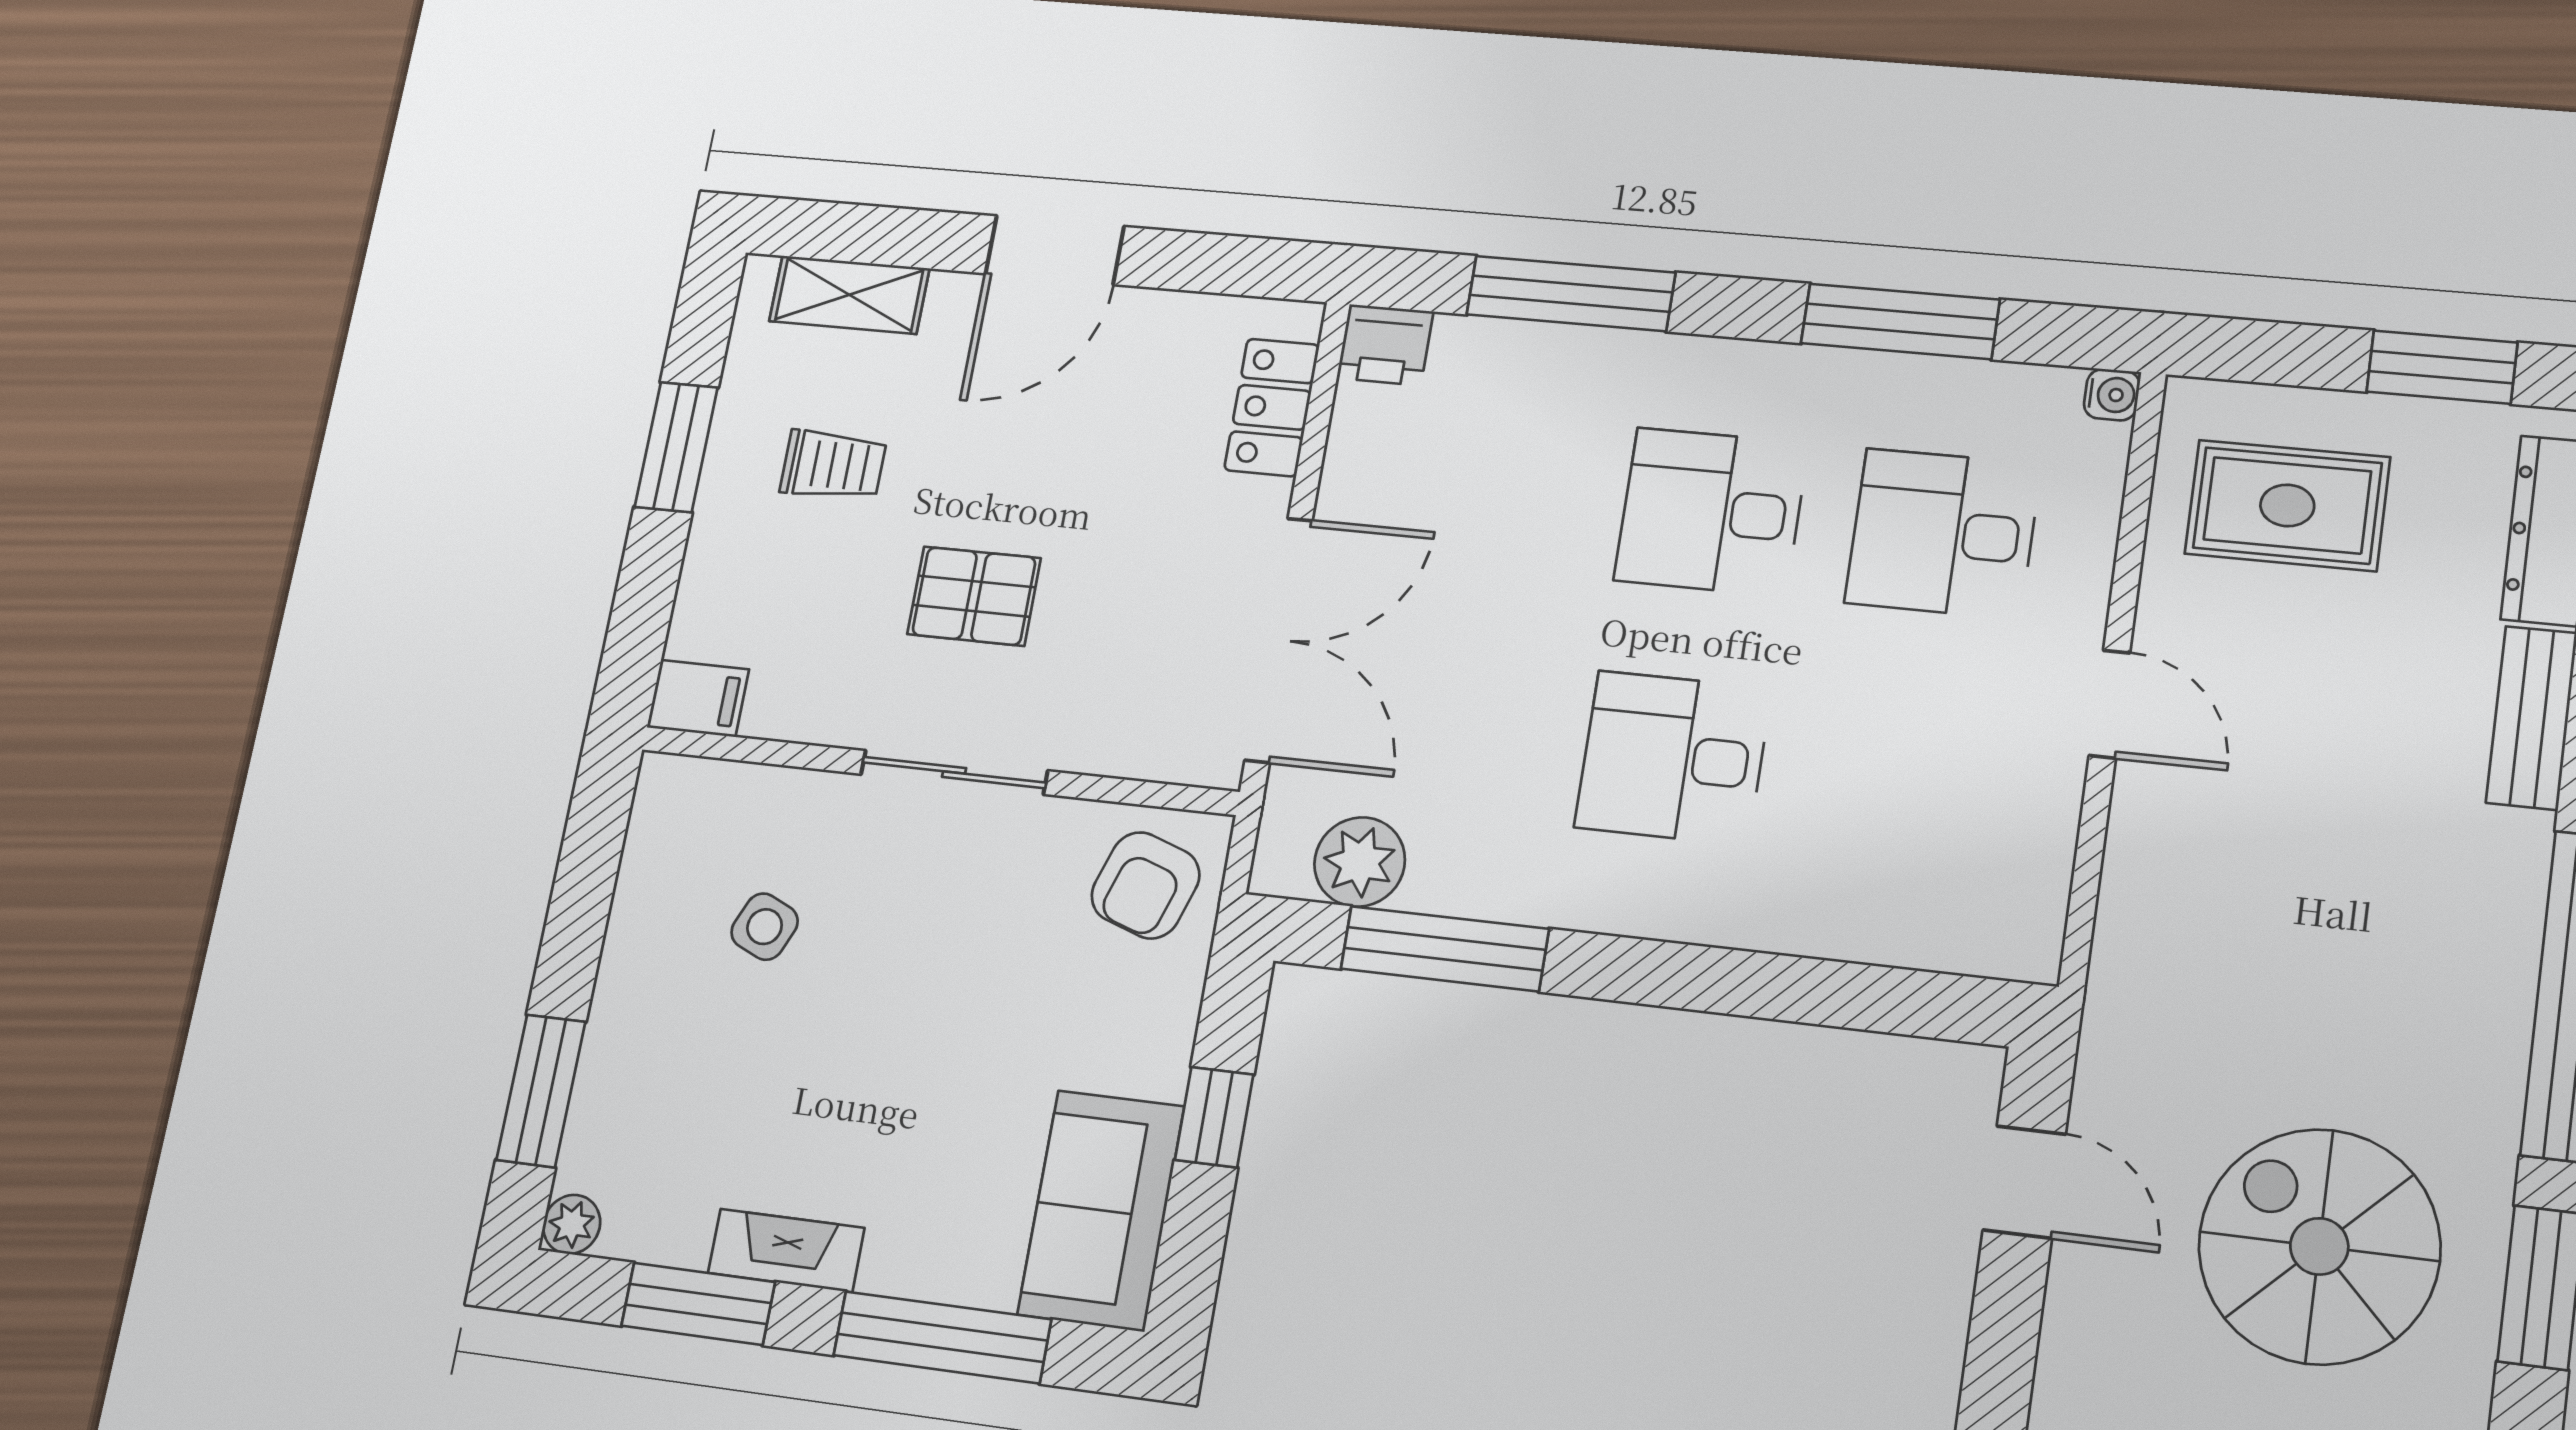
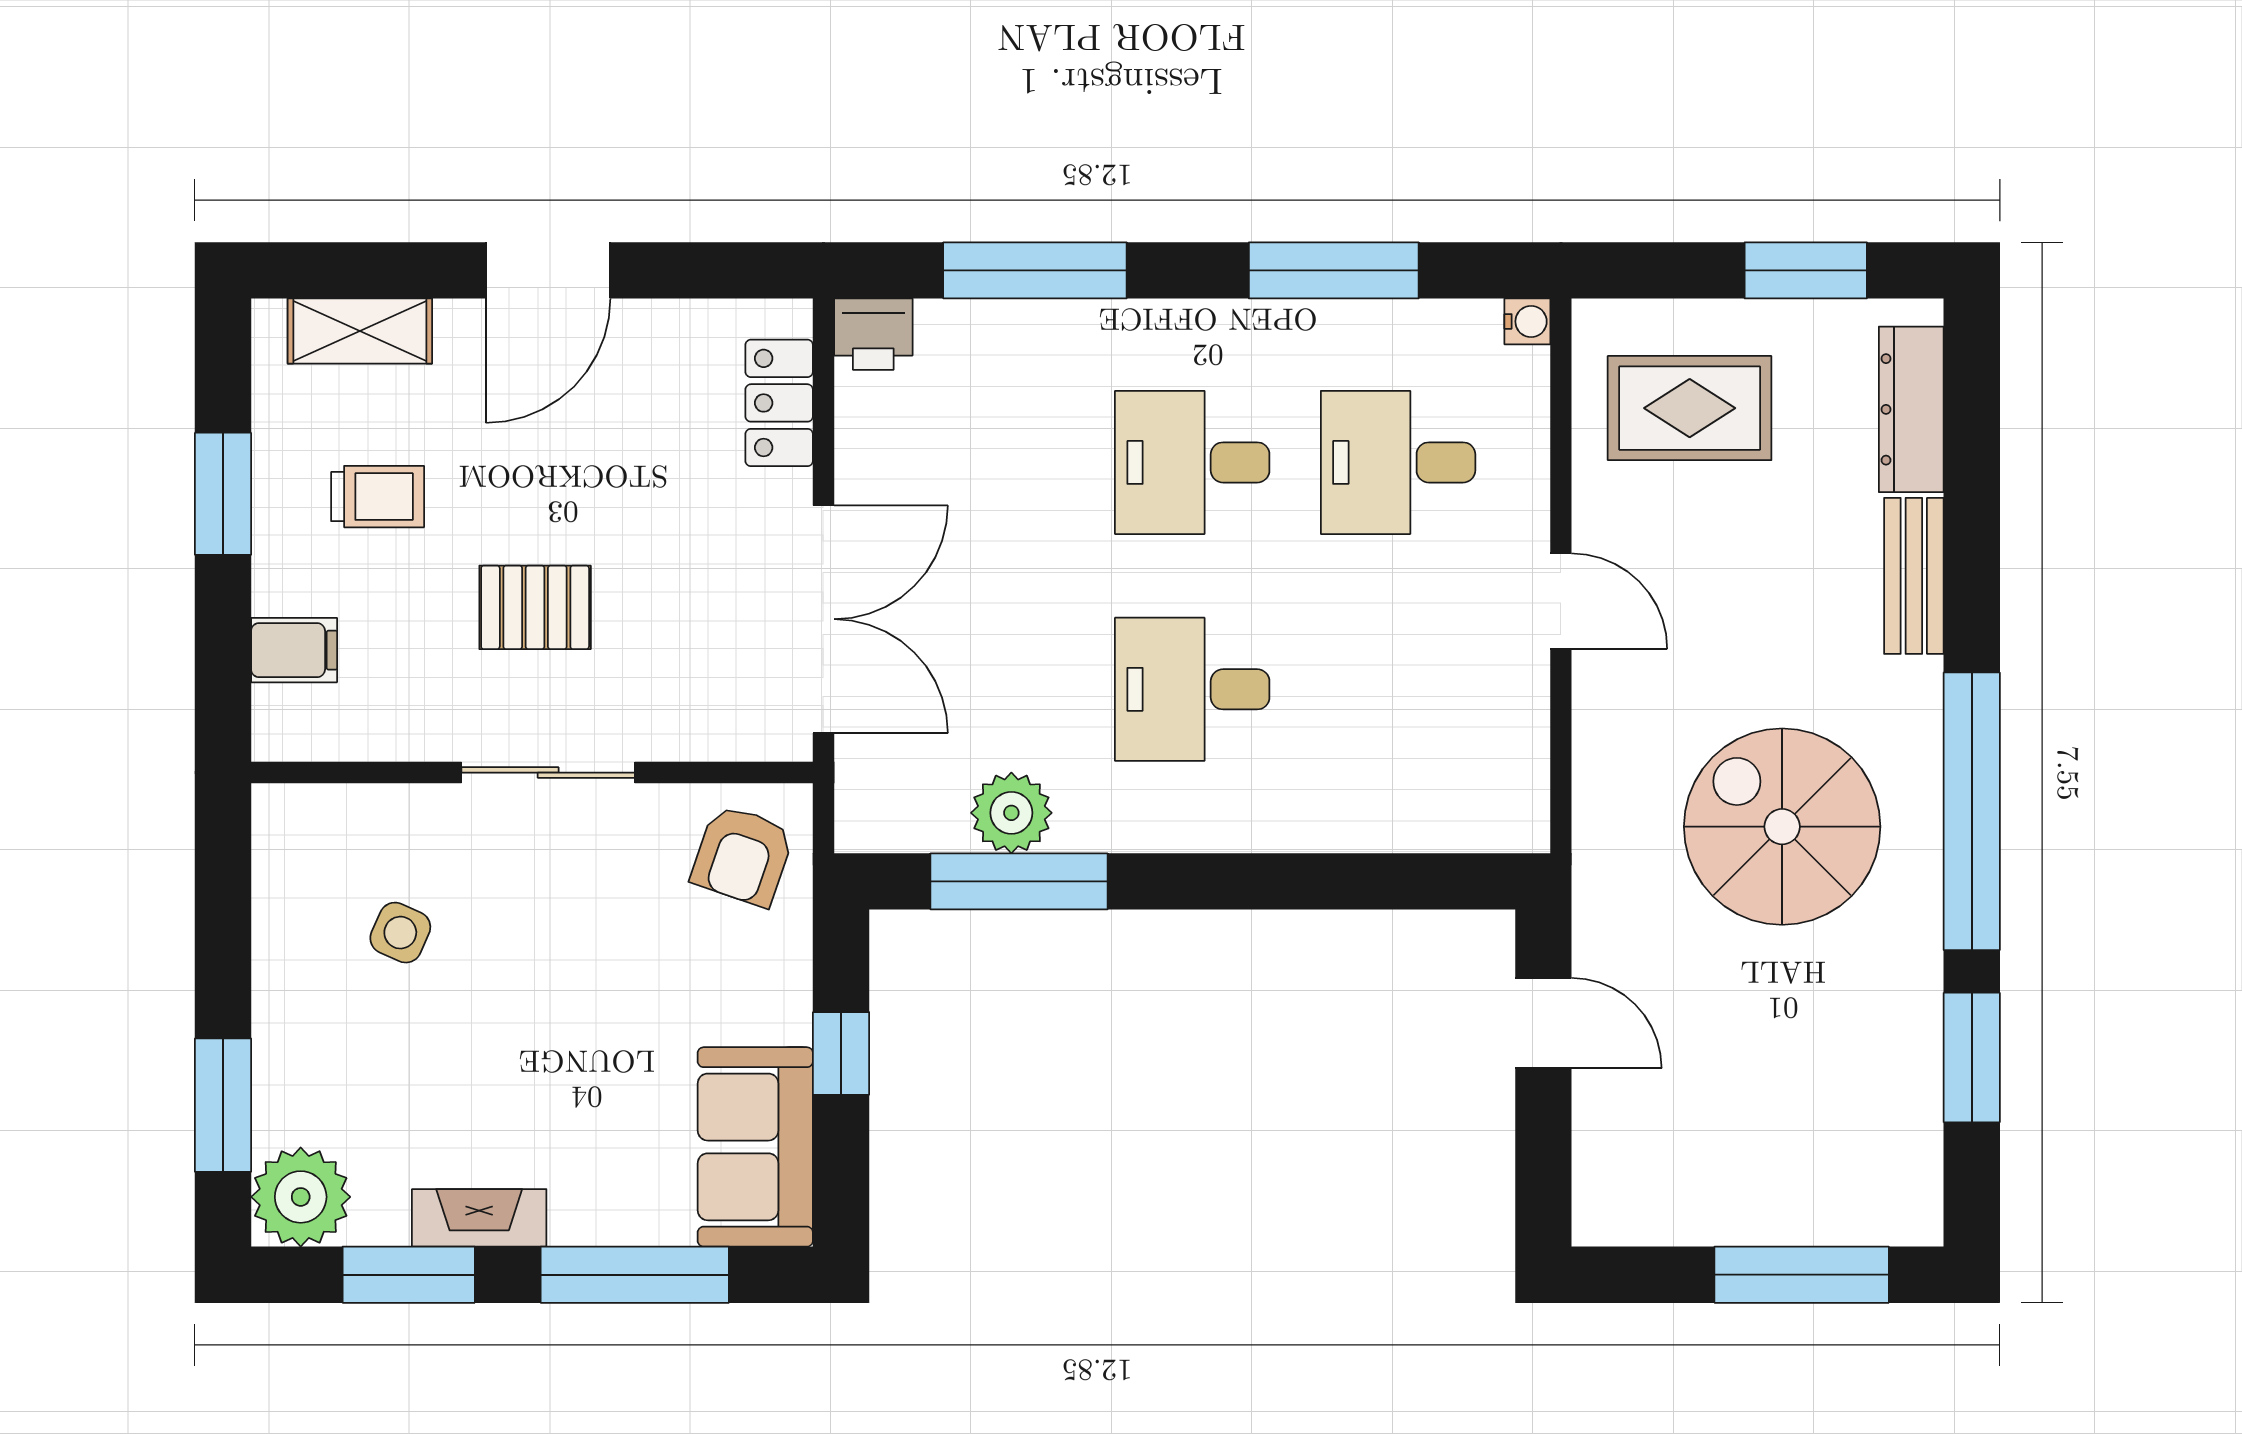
filing cabinet: (698, 698) -> (294, 650), moved
plant: (1360, 862) -> (1011, 813), moved
plant: (572, 1224) -> (301, 1197), width x1.88, depth x1.88
spiral stairs: (2319, 1246) -> (1782, 827), moved

